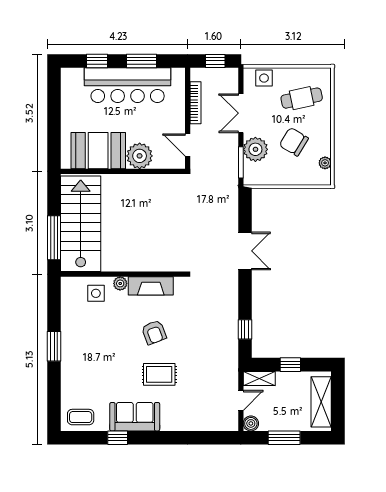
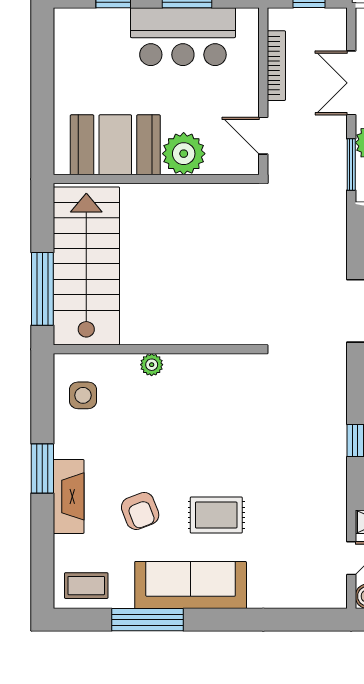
bar counter: (128, 85) -> (183, 37), width x0.73
fireplace: (151, 286) -> (69, 496), moved, turned -90
side table: (96, 293) -> (83, 395), moved
armchair: (154, 332) -> (140, 511), moved
sofa: (135, 417) -> (191, 585), width x1.36
window: (118, 438) -> (148, 620), width x2.17

